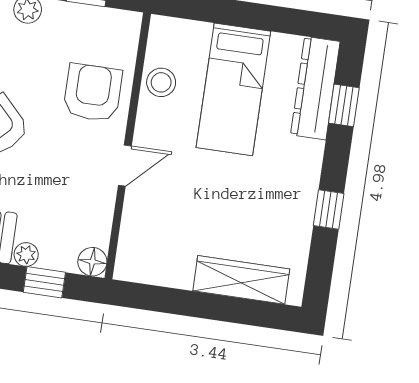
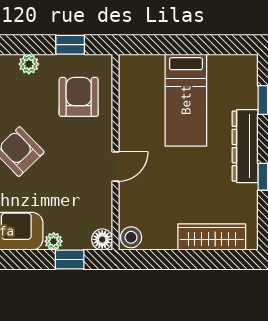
stool: (161, 82) -> (131, 237), moved
dresser: (315, 88) -> (245, 146), moved
armchair: (93, 93) -> (79, 97), moved

